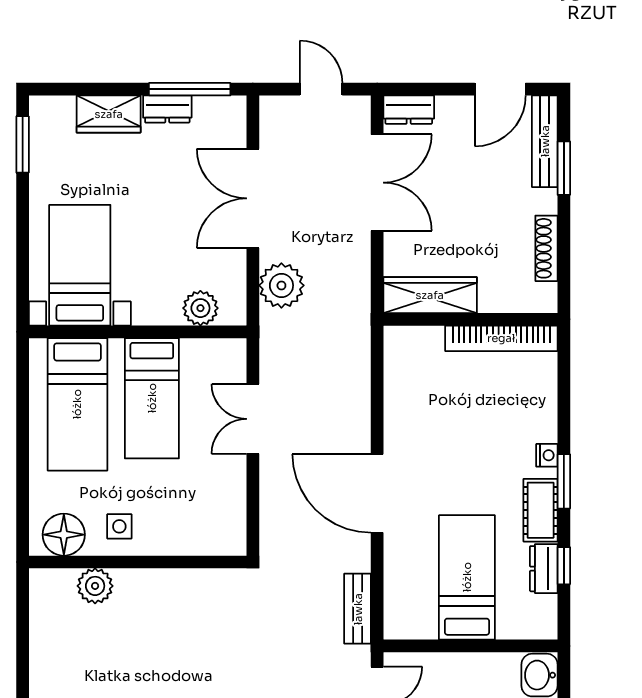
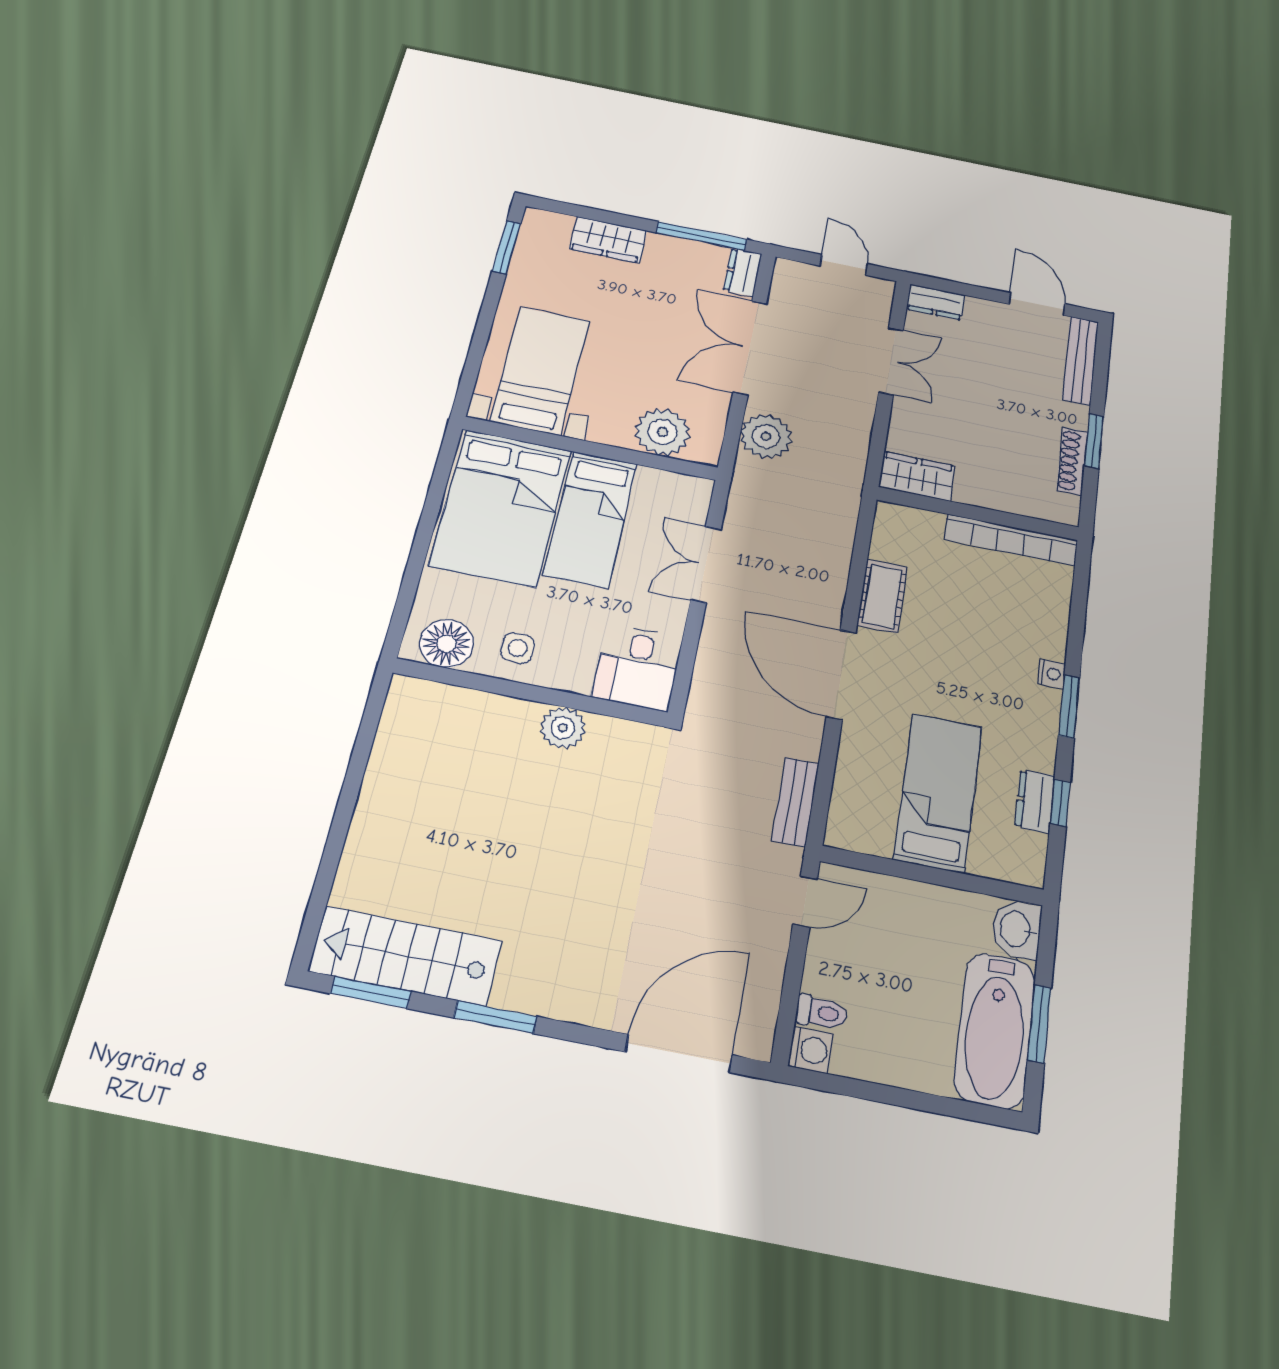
door: (500, 89) -> (1037, 304), swing flipped
dresser: (167, 109) -> (743, 272), moved, turned 90
window: (564, 168) -> (1094, 441), moved
double door: (377, 183) -> (891, 361), width x0.73
wardrobe: (430, 295) -> (917, 476), width x0.67
plant: (200, 308) -> (662, 432), width x1.36, depth x1.36
bed: (77, 404) -> (501, 507), width x1.50
cot: (541, 510) -> (882, 596), moved
desk: (216, 522) -> (637, 667), added
plant: (95, 586) -> (563, 728), moved

